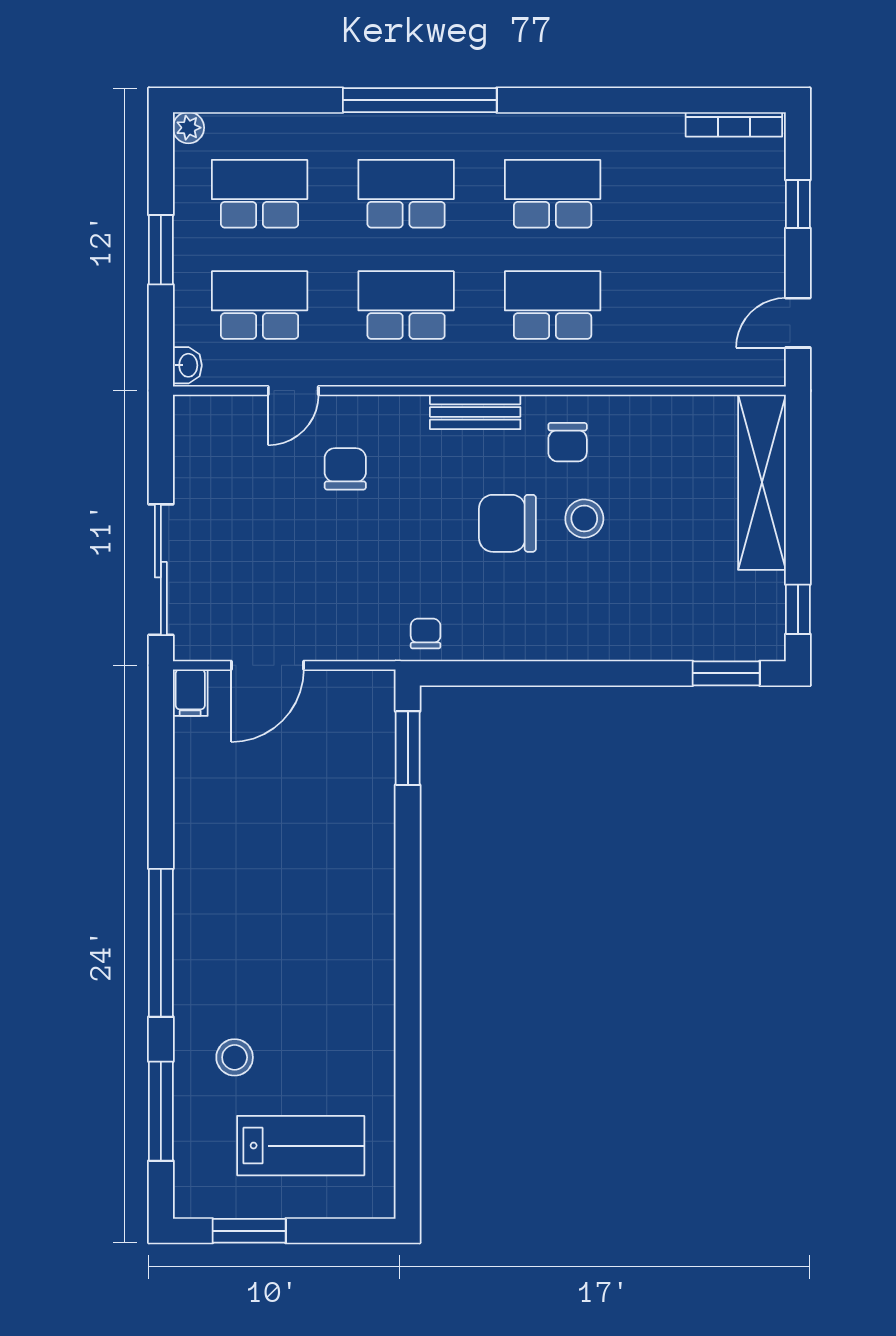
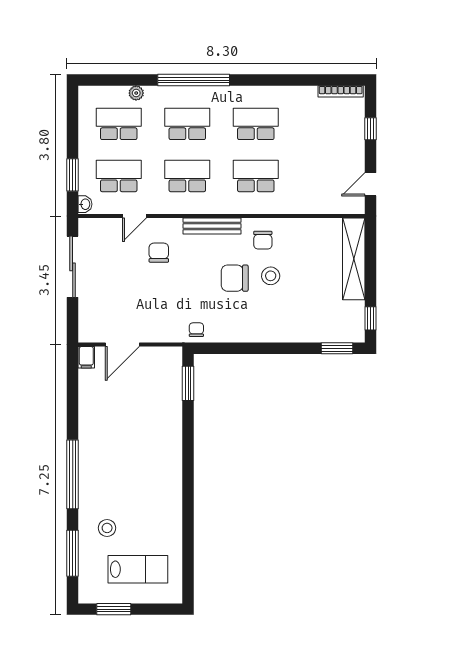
plant: (188, 128) -> (136, 93), moved
window: (161, 250) -> (73, 175), moved
bench: (475, 412) -> (212, 226), width x1.36
sliding door: (161, 570) -> (73, 267), moved

